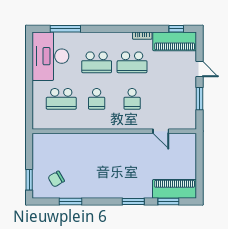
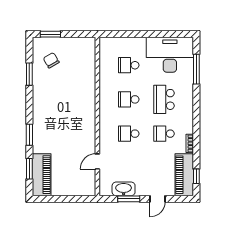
school desk: (132, 62) -> (164, 134), width x0.54
school desk: (61, 99) -> (129, 65), width x0.54
washbasin: (189, 104) -> (124, 189), added

